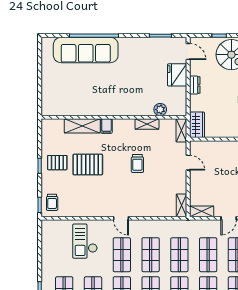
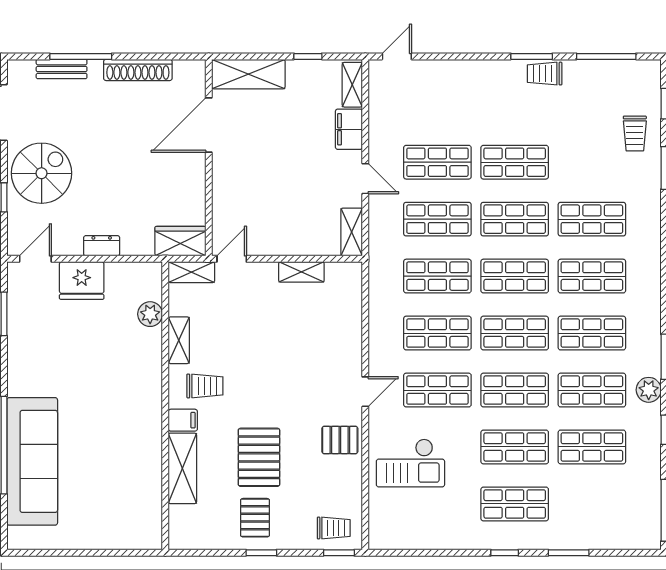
trolley: (137, 163) -> (205, 386), moved
door: (188, 163) -> (232, 259), moved
pallet: (97, 205) -> (340, 440), added
shelving: (181, 205) -> (301, 272), moved

